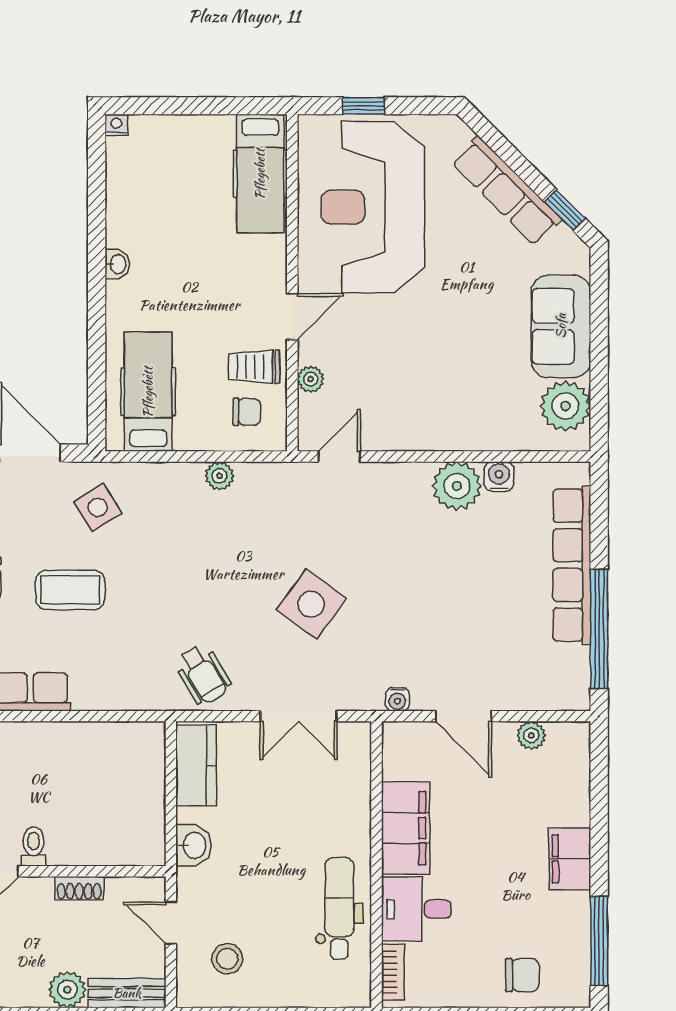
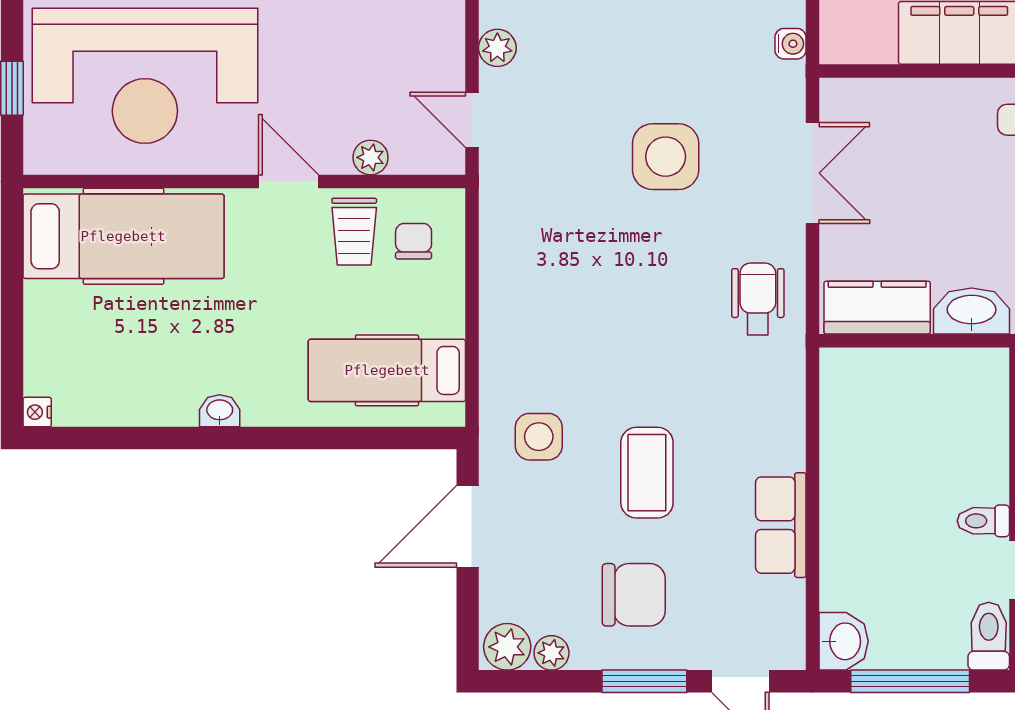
hospital bed: (260, 174) -> (123, 236), width x1.37, depth x1.29
plant: (220, 476) -> (497, 48), moved
side table: (98, 507) -> (539, 437), turned 32
side table: (311, 604) -> (666, 157), turned -36
wheelchair: (203, 674) -> (758, 299), turned -59
washbasin: (194, 845) -> (972, 311), width x1.38

